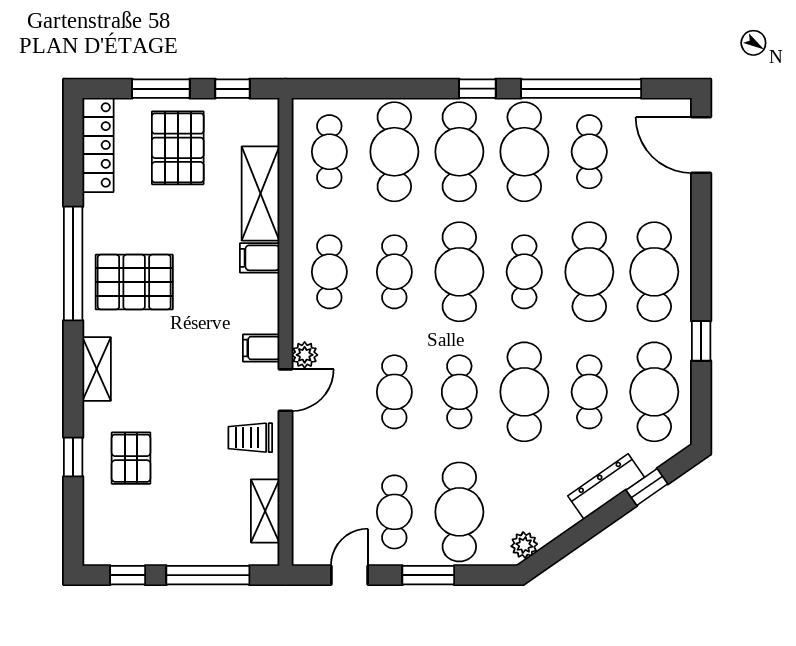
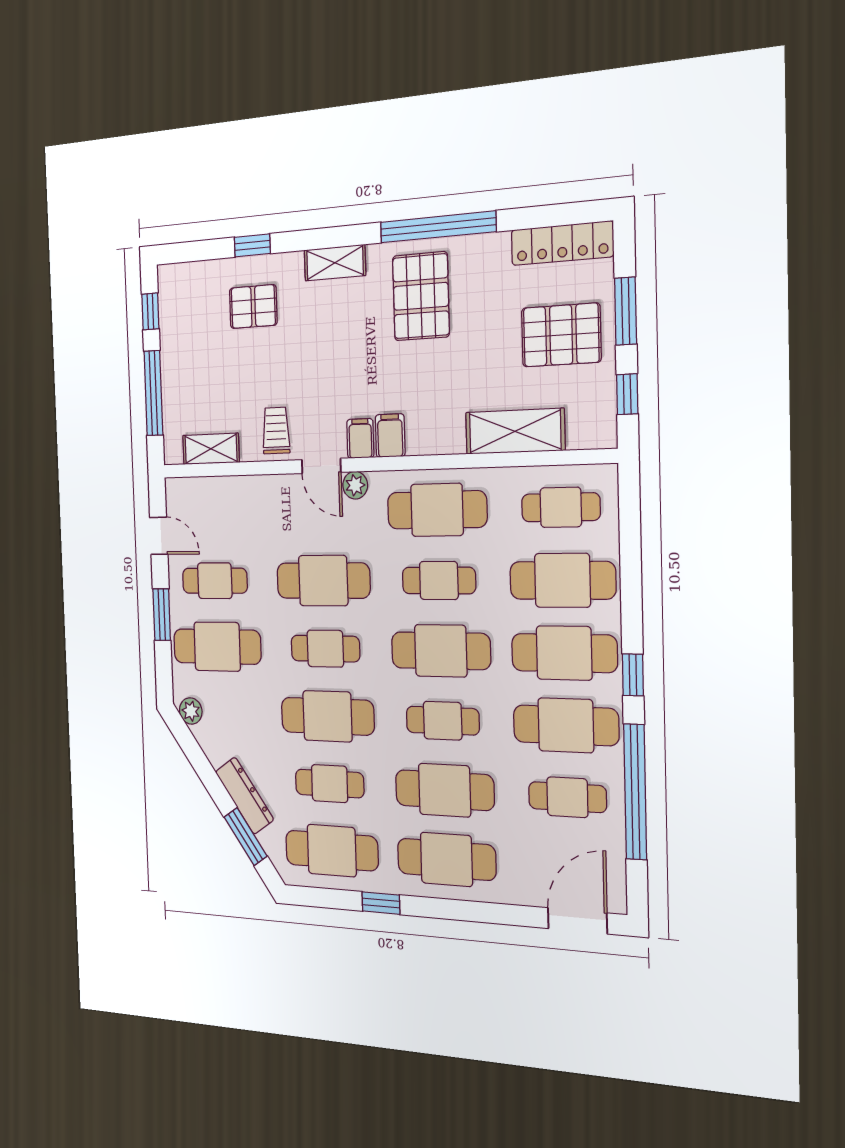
filing cabinet: (260, 258) -> (390, 436), moved
cafe table: (329, 272) -> (437, 510), width x1.37, depth x1.35
cafe table: (394, 392) -> (323, 581), width x1.37, depth x1.35
window: (647, 487) -> (246, 837), width x1.50

